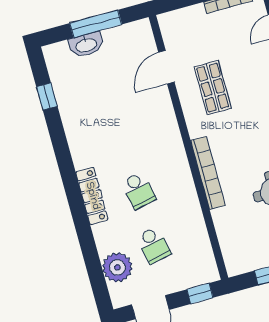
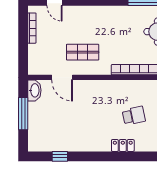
washbasin: (86, 45) -> (34, 90), moved
locker: (92, 196) -> (123, 145), width x0.66

